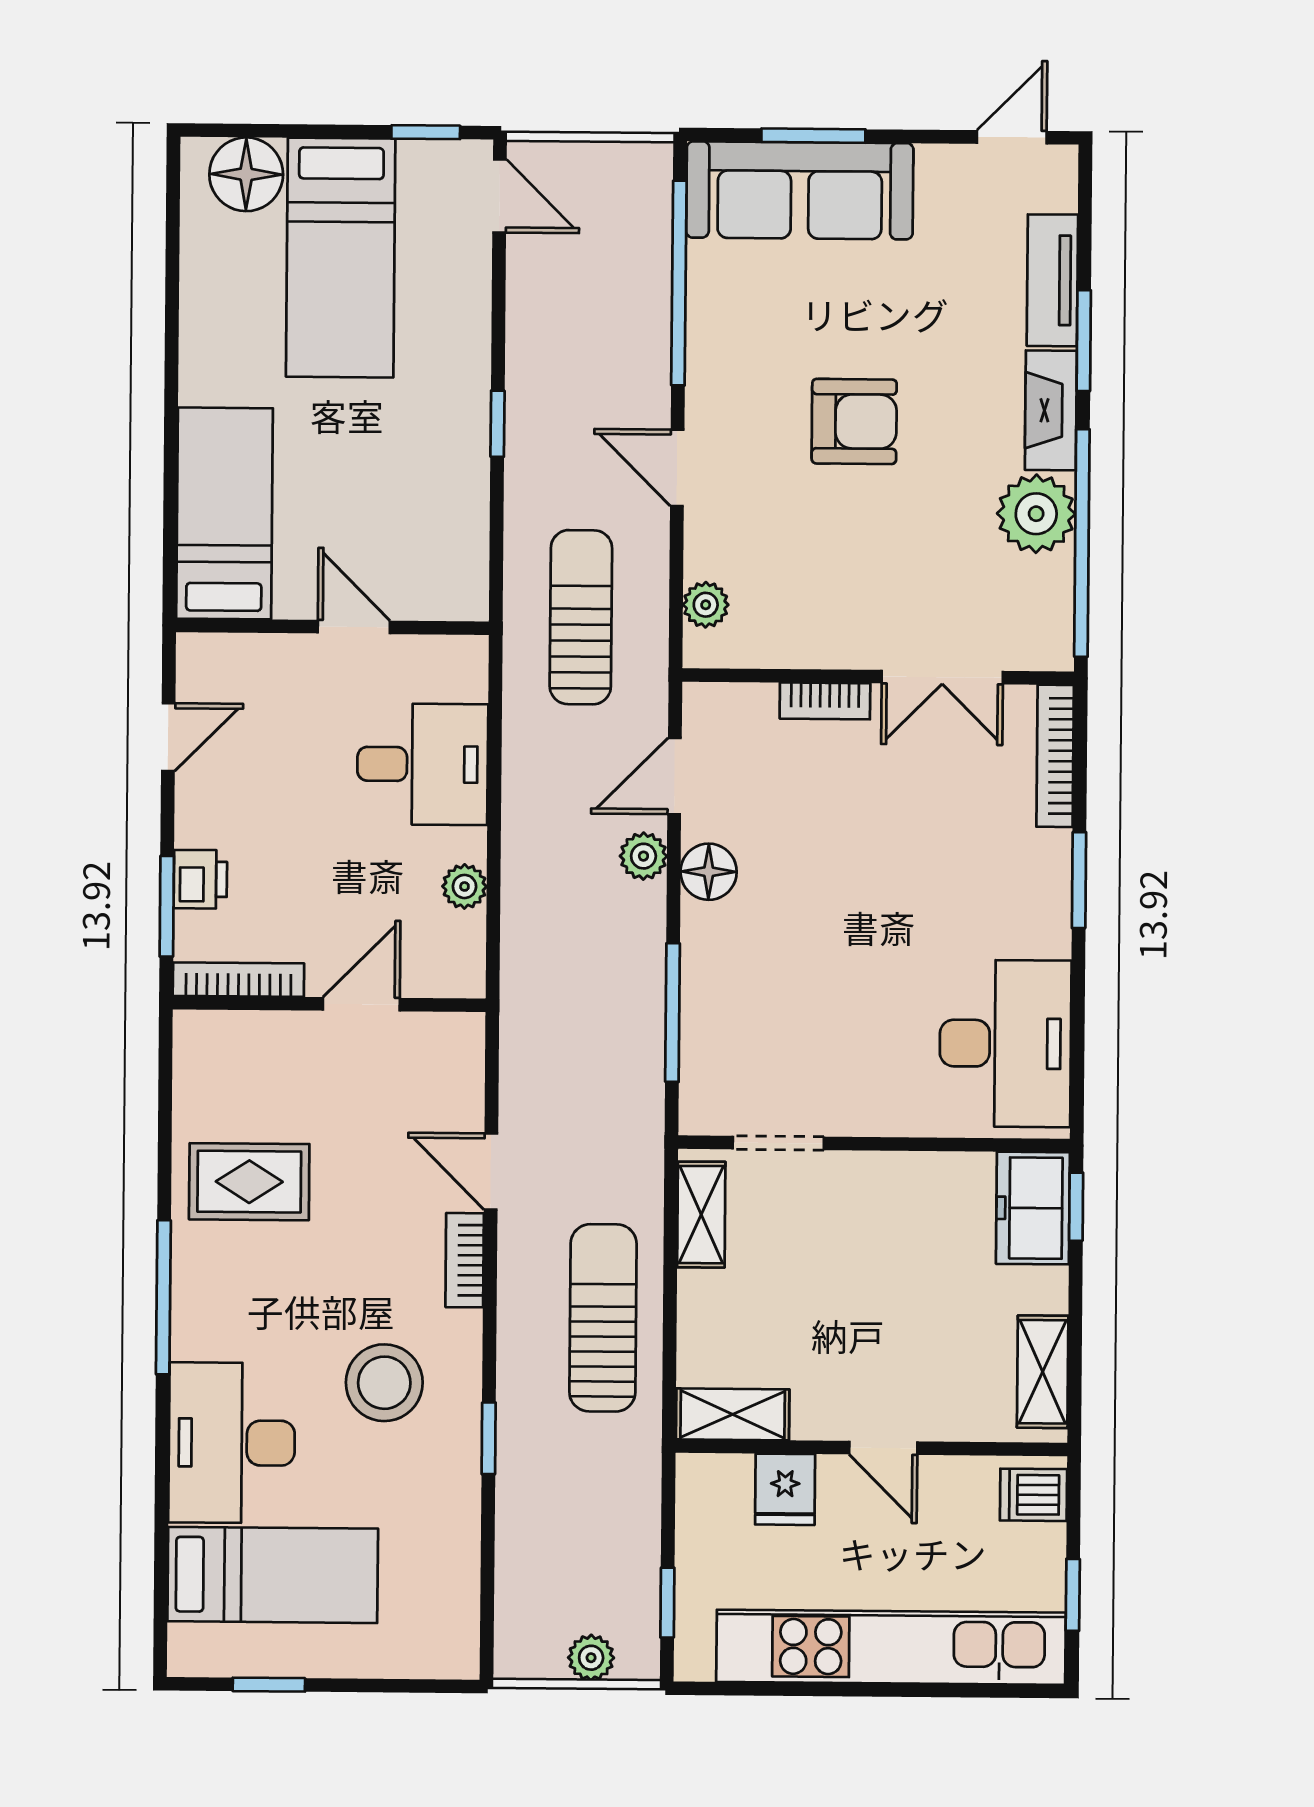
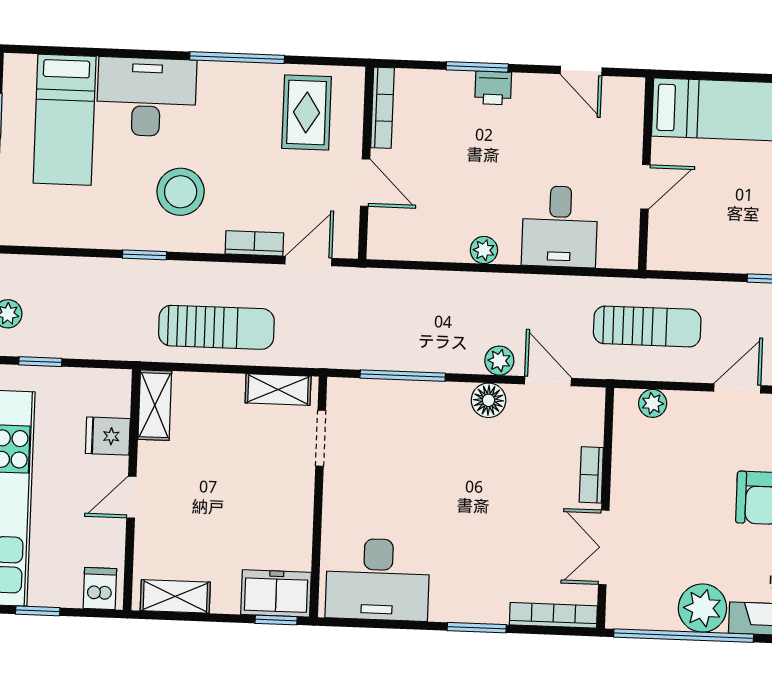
bookcase: (238, 980) -> (382, 108), moved
wall: (329, 1004) -> (366, 163), moved
door: (361, 1004) -> (365, 183), moved

